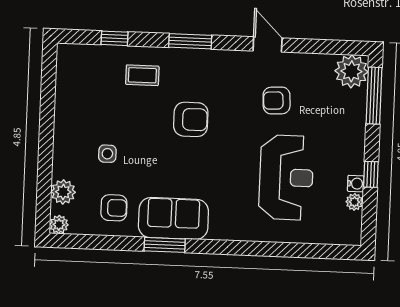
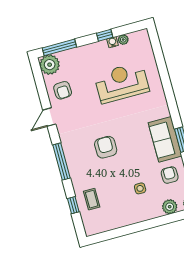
window: (190, 41) -> (61, 162), width x1.44
coffee table: (142, 75) -> (92, 199), moved
armchair: (277, 100) -> (63, 90), moved

